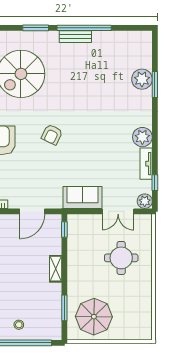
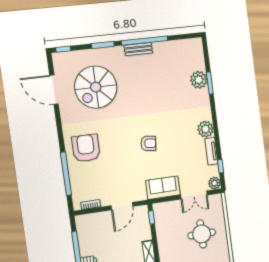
armchair: (52, 135) -> (148, 143), moved, turned -109

